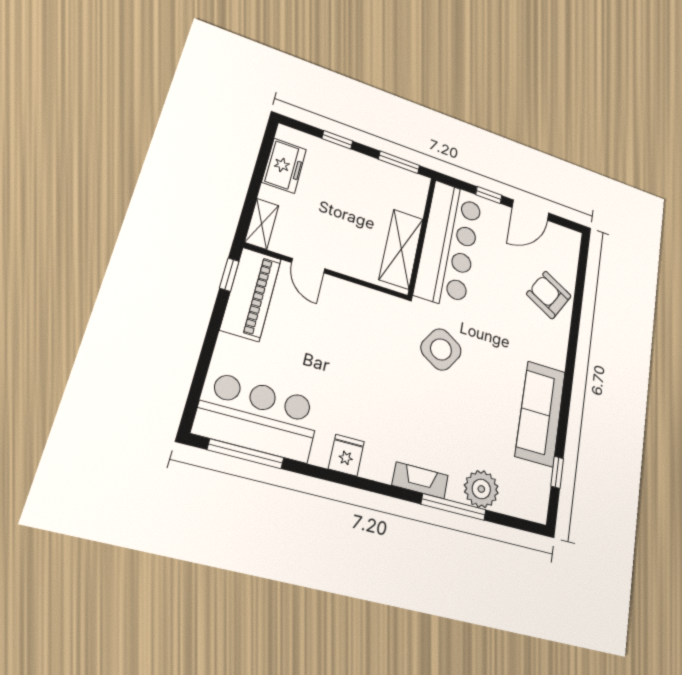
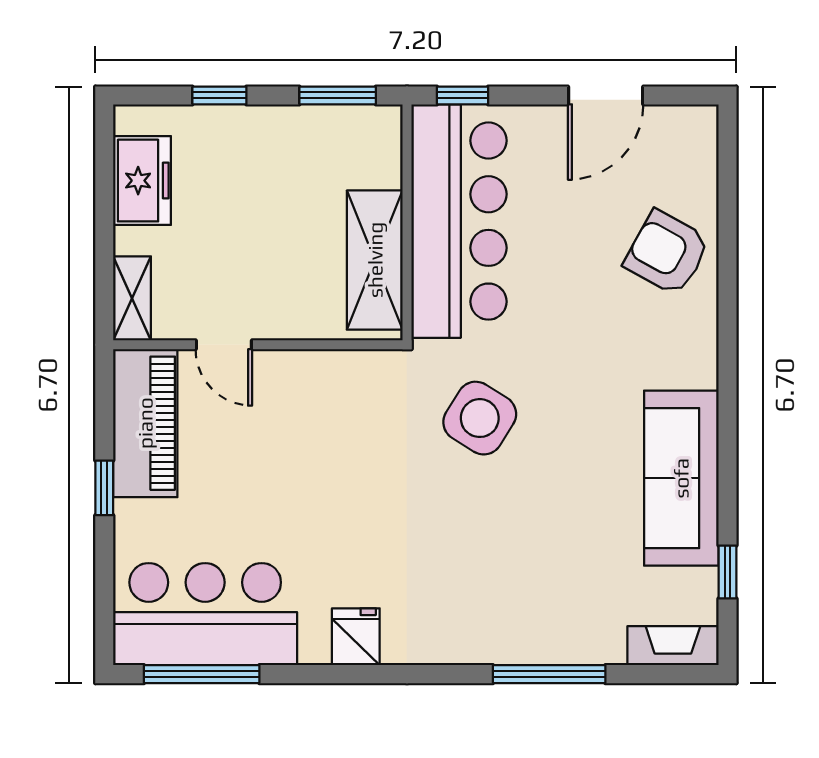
window: (489, 195) -> (463, 95), moved
window: (229, 275) -> (104, 488), moved
fireplace: (420, 480) -> (673, 646), moved
plant: (481, 489) -> (593, 634), removed

